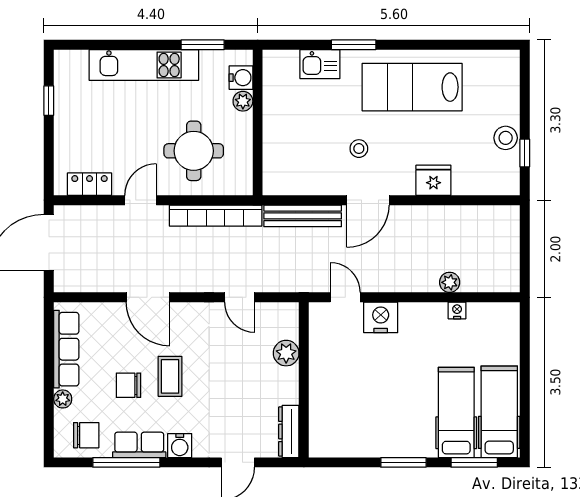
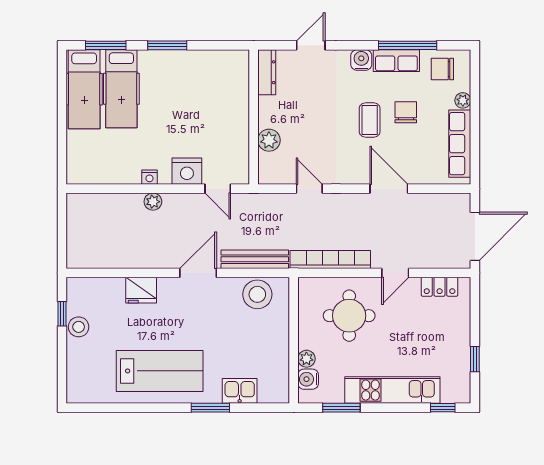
window: (86, 45) -> (443, 408), added
stool: (359, 149) -> (257, 294), moved, width x1.89, depth x1.89
plant: (450, 282) -> (153, 202), moved
nightstand: (457, 310) -> (149, 177), moved
chair: (128, 385) -> (406, 112), turned -90

